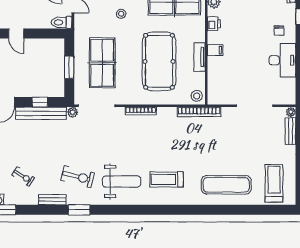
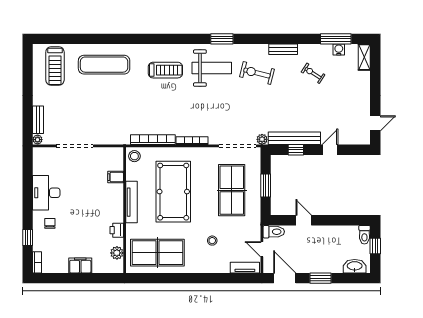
door: (16, 34) -> (304, 220), moved
filing cabinet: (215, 50) -> (116, 177), moved
tv unit: (200, 57) -> (132, 202), width x1.41
bookcase: (199, 112) -> (153, 140), moved
weight bench: (122, 181) -> (212, 68), turned 180
window: (79, 210) -> (222, 39), moved

